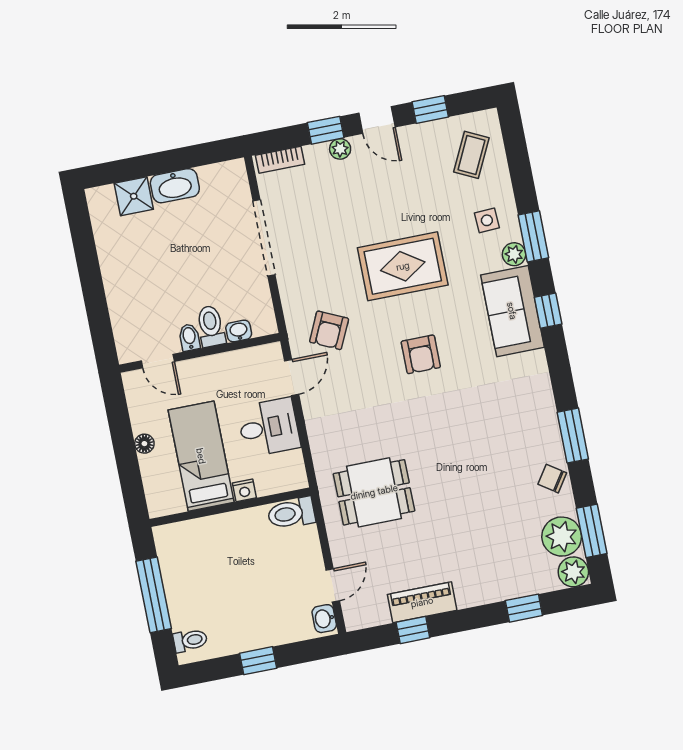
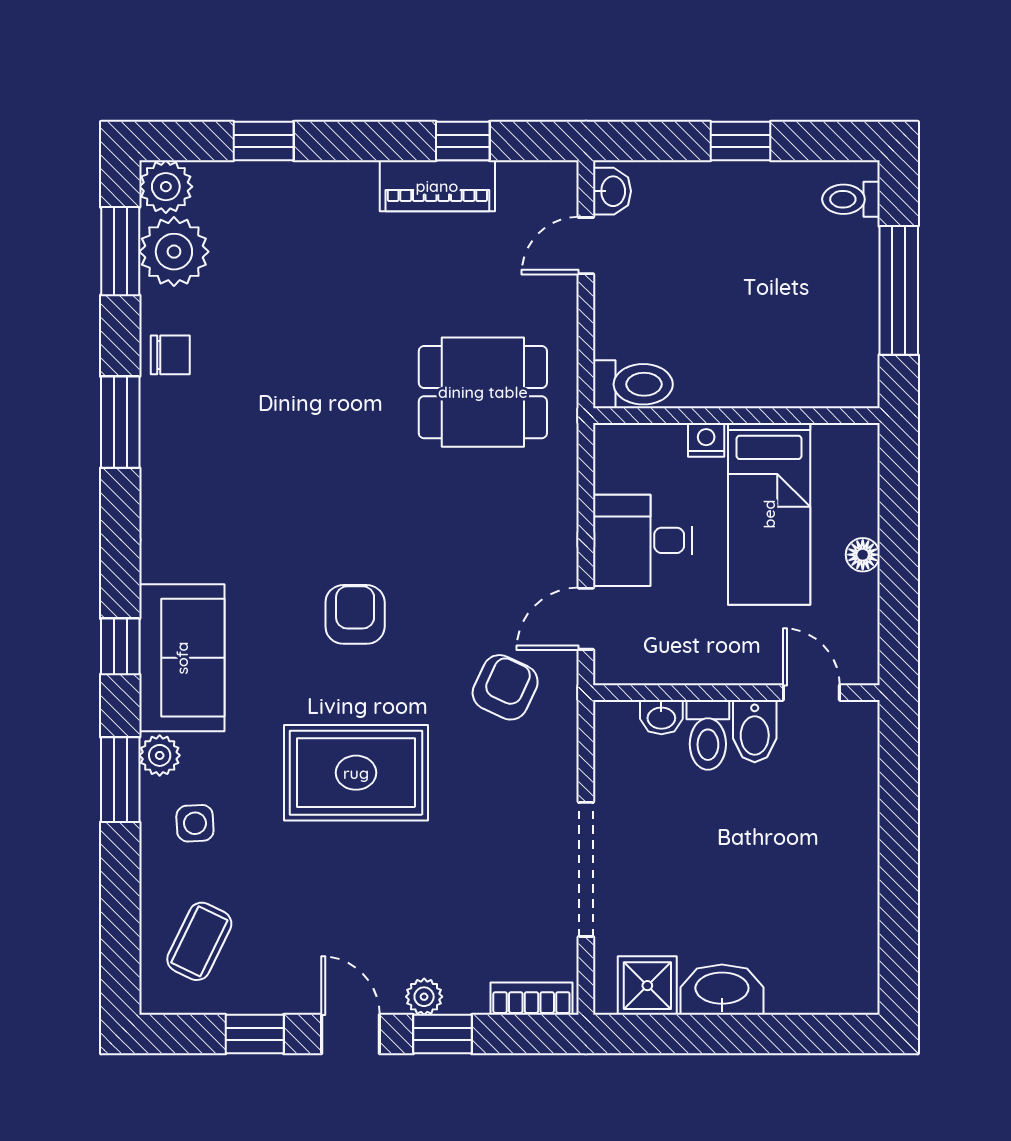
shower: (134, 196) -> (647, 986), moved
bidet: (189, 337) -> (755, 731), width x1.38, depth x1.36
chair: (552, 479) -> (170, 355), turned -34

